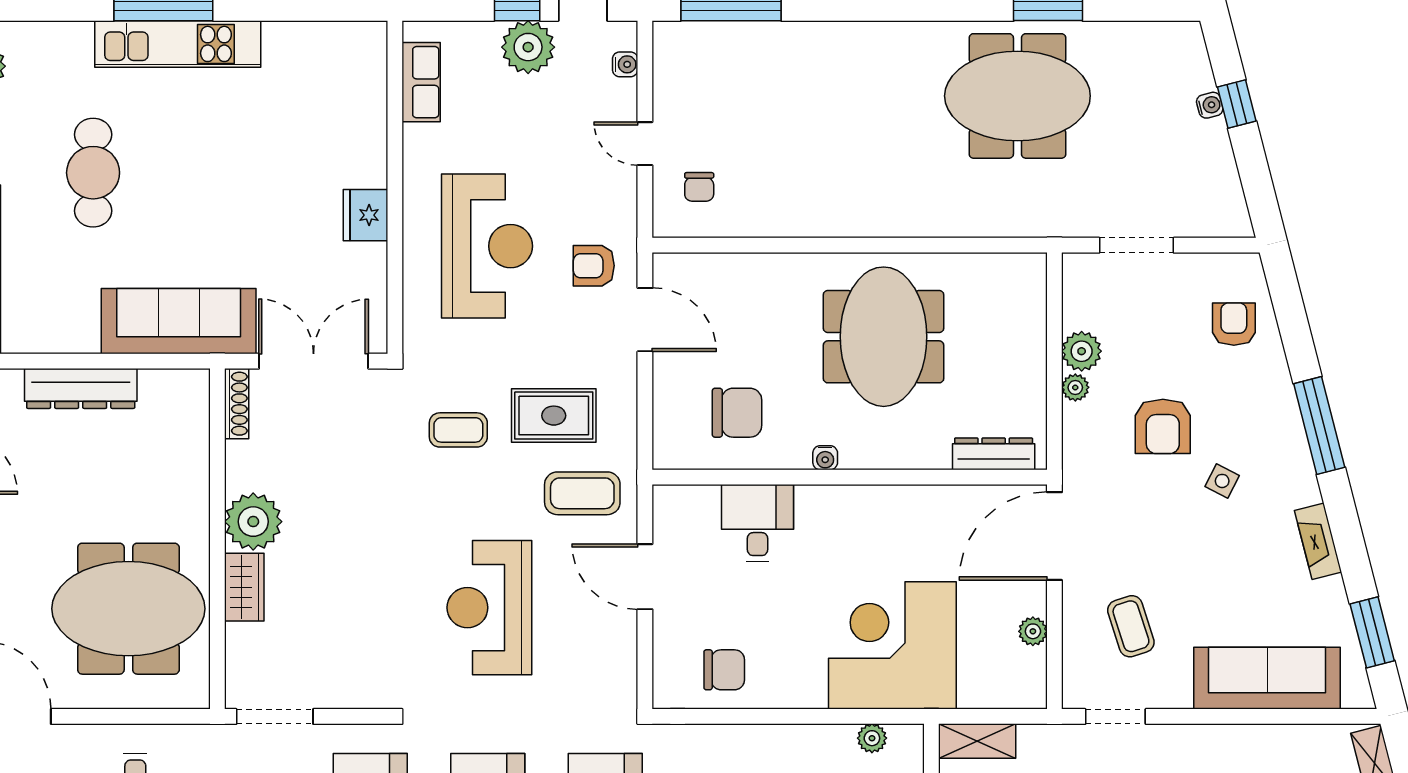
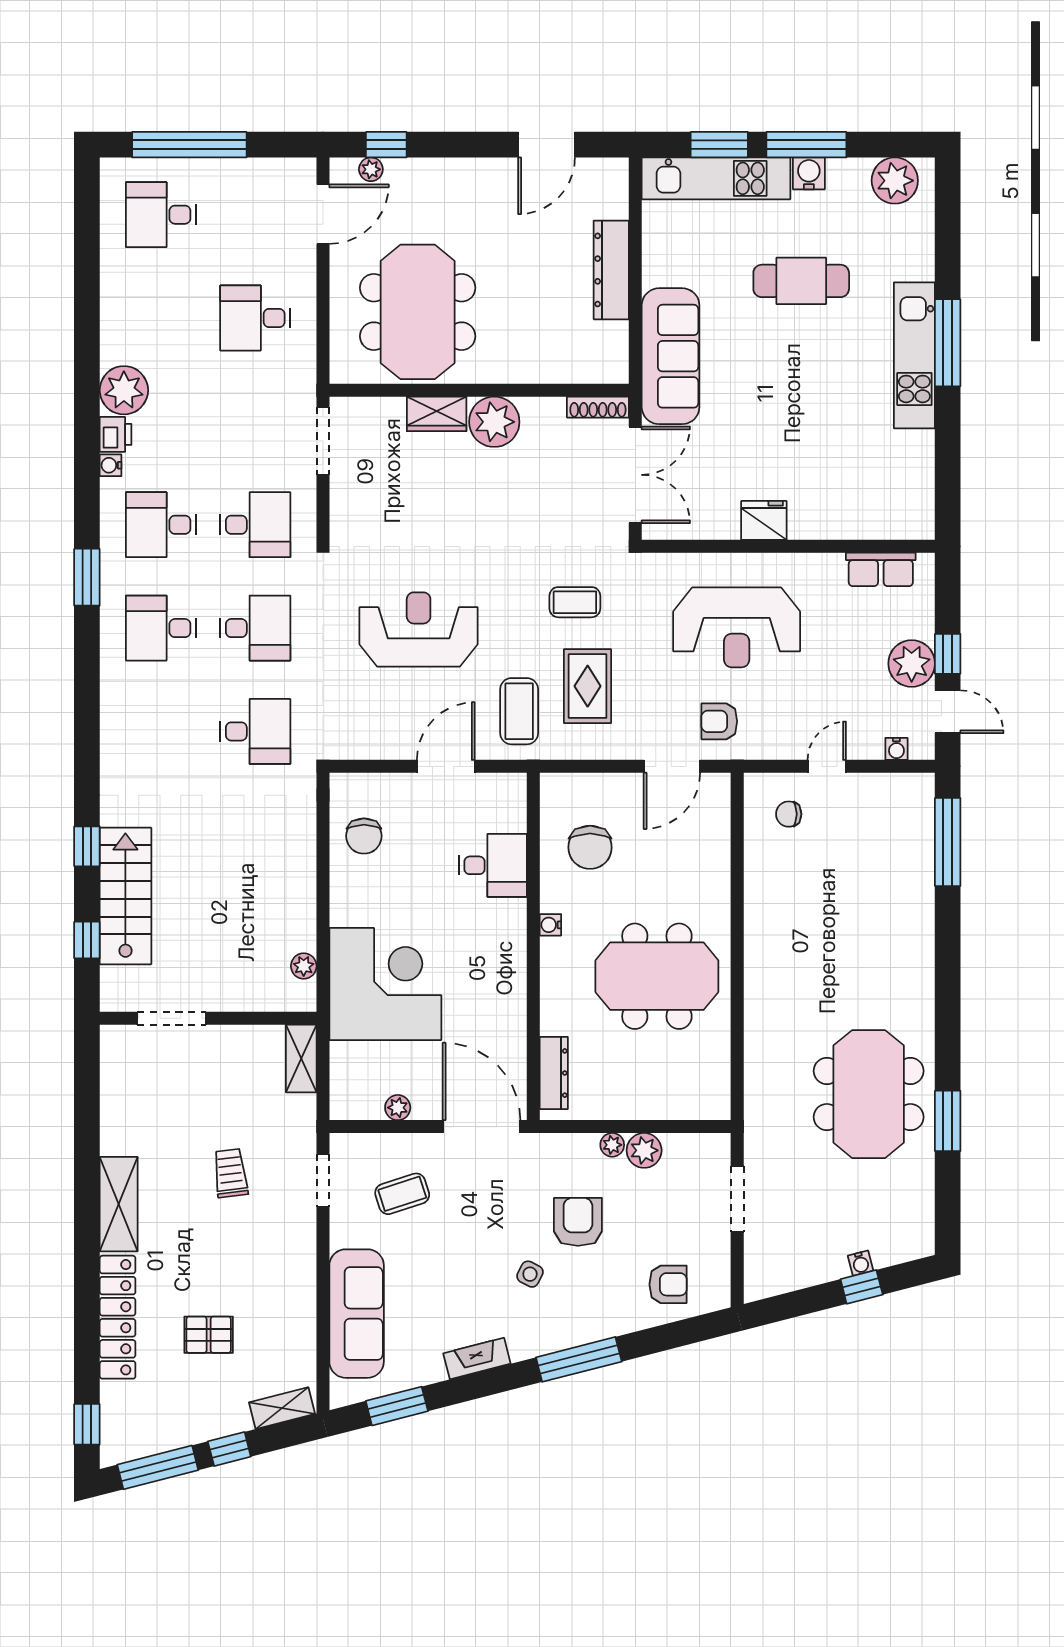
armchair: (594, 266) -> (719, 721), turned -90
armchair: (1163, 426) -> (578, 1222), turned 90
coffee table: (458, 430) -> (575, 602), turned 90

